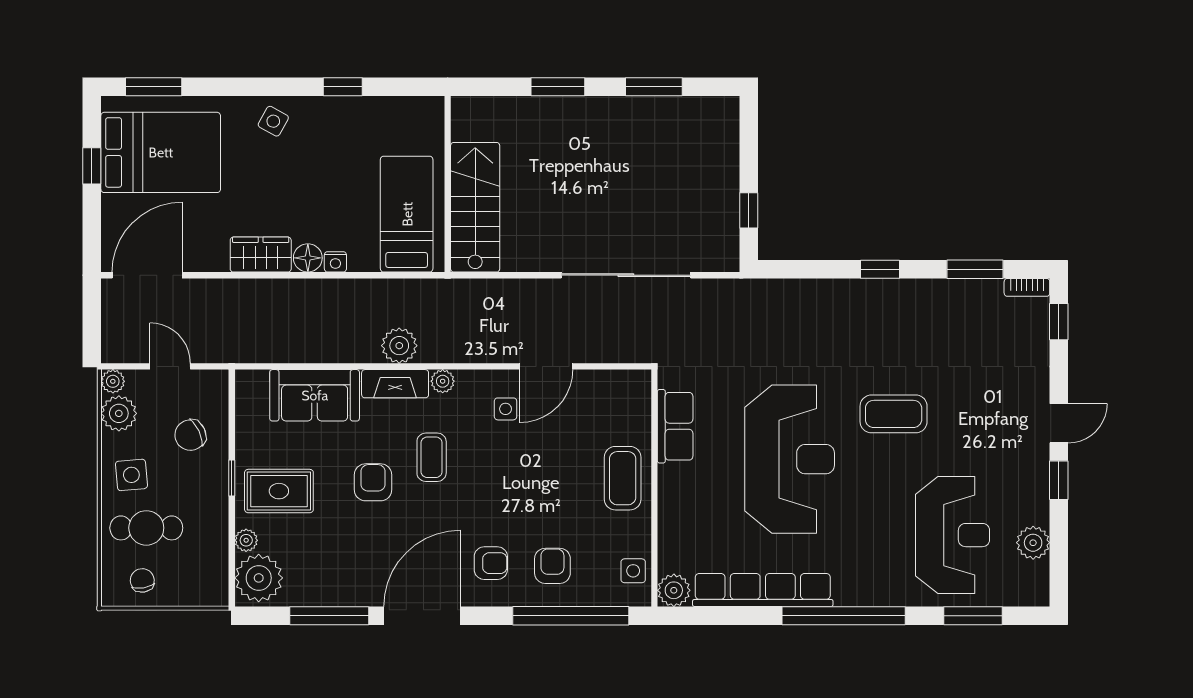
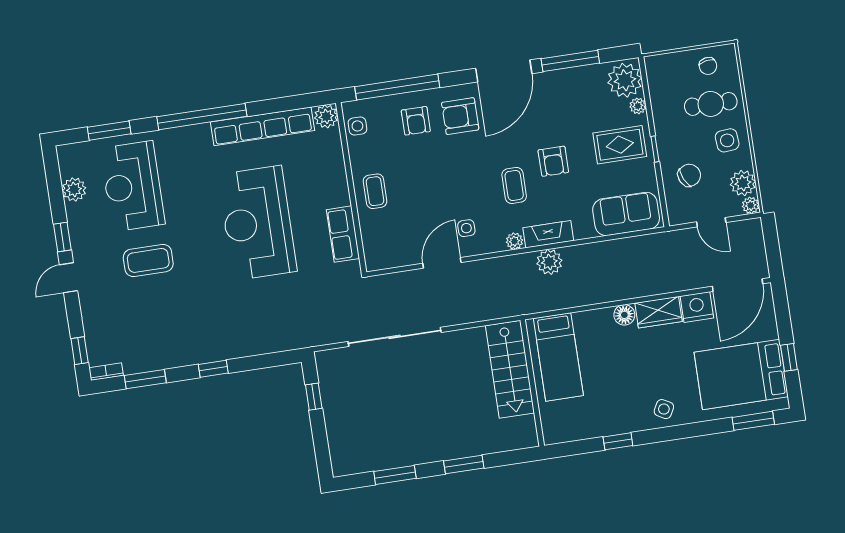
nightstand: (335, 262) -> (697, 307), moved, width x1.89, depth x1.79
sofa: (315, 395) -> (626, 214), moved
coffee table: (894, 414) -> (148, 260), moved
coffee table: (623, 478) -> (375, 191), width x0.73, depth x0.77
armchair: (491, 563) -> (460, 116), width x1.38, depth x1.38

